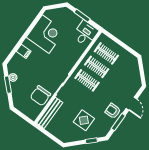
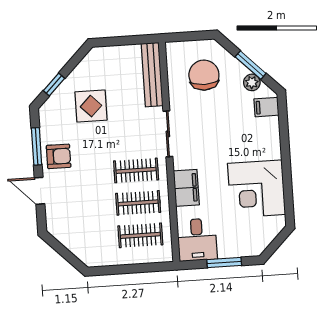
filing cabinet: (24, 51) -> (266, 107), moved
filing cabinet: (73, 57) -> (186, 188), added
chair: (40, 96) -> (204, 75), moved

